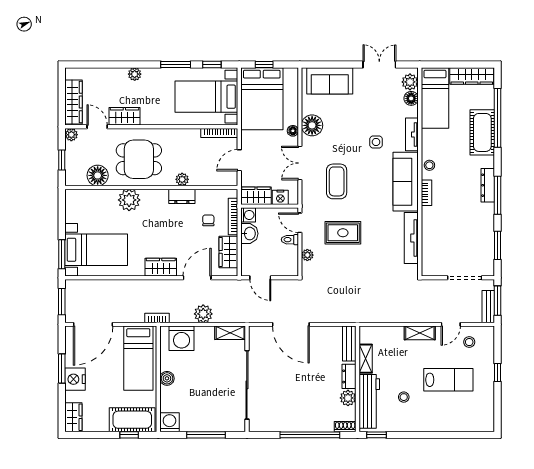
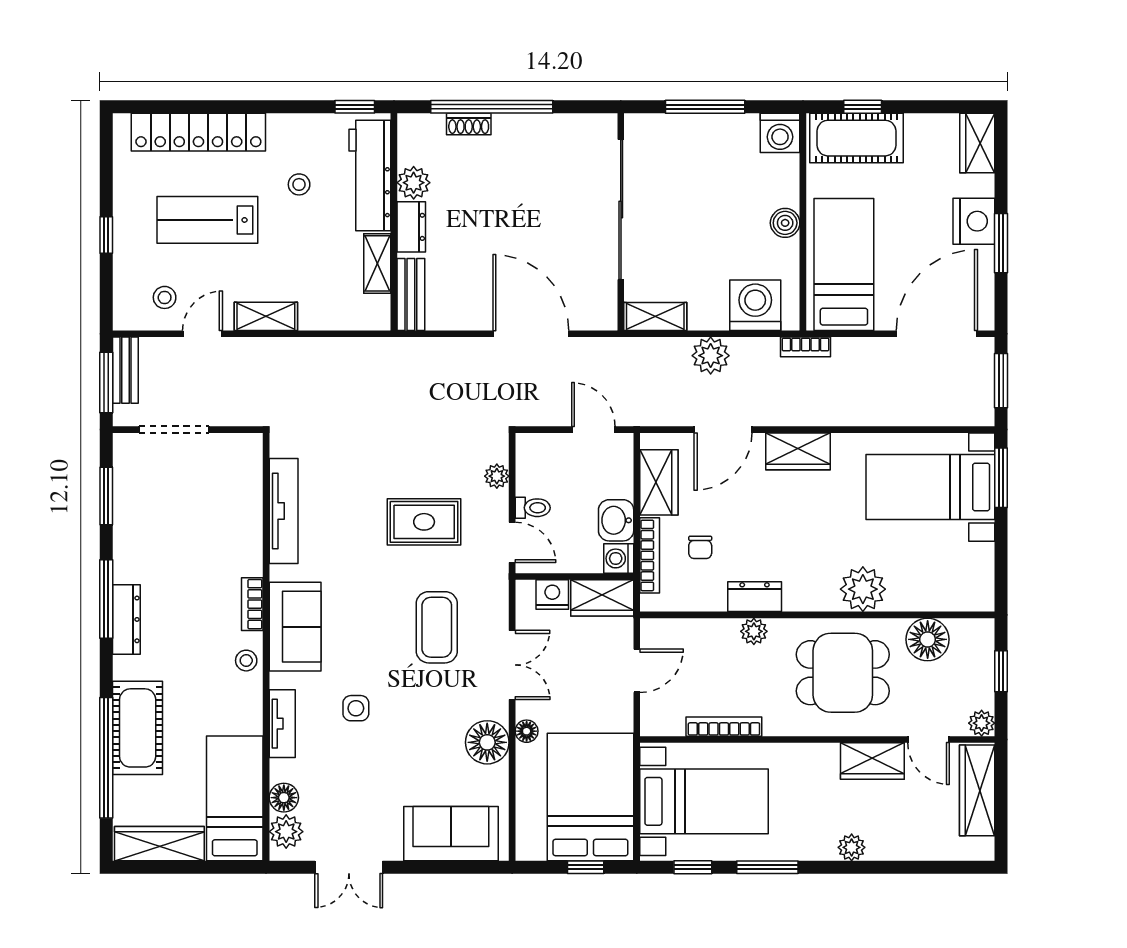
bookcase: (219, 133) -> (724, 727), moved
sofa: (406, 182) -> (295, 627), width x0.73
locker: (453, 423) -> (198, 132), added
shoe rack: (345, 427) -> (469, 124), moved

